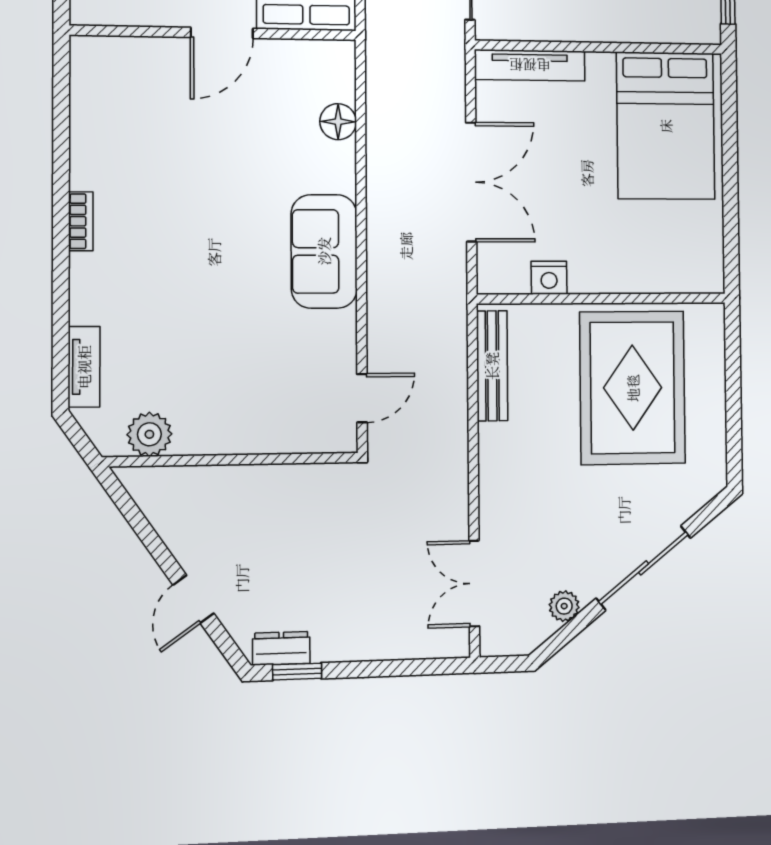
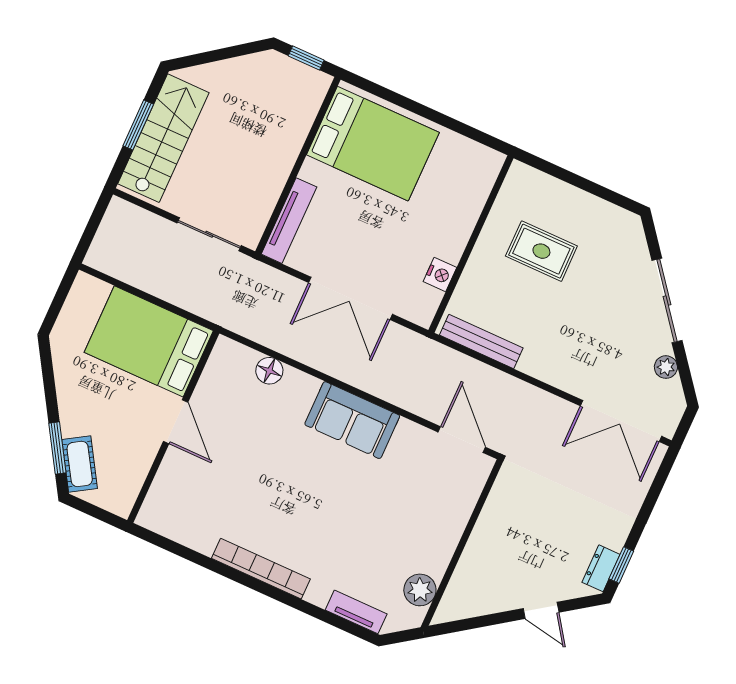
double door: (471, 182) -> (351, 298), swing flipped
bookcase: (81, 221) -> (261, 569), width x2.31, depth x1.31
rug: (633, 388) -> (541, 251), width x0.54, depth x0.49
door: (362, 398) -> (462, 440), width x1.37
double door: (474, 584) -> (621, 421), width x1.37

